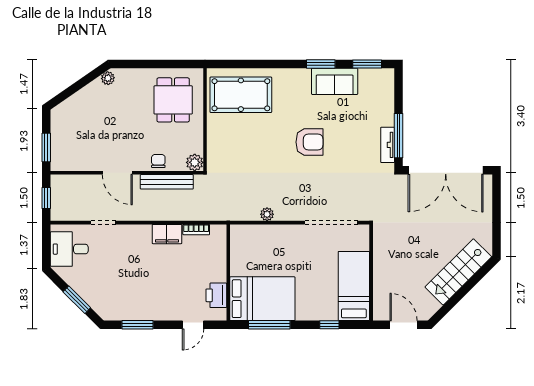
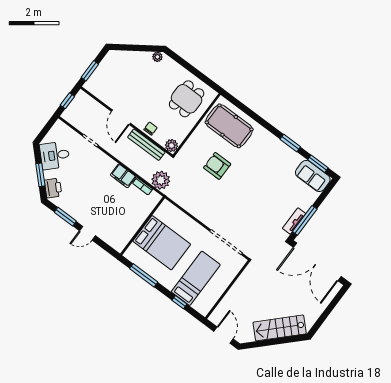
sofa: (335, 81) -> (313, 176), moved
armchair: (309, 142) -> (217, 166), moved, turned 180
plant: (267, 214) -> (161, 180), moved, width x1.87, depth x1.87
desk: (69, 249) -> (55, 155), moved, turned -45
bed: (354, 286) -> (196, 278), moved
printer: (216, 295) -> (53, 188), moved, turned 135
bed: (262, 299) -> (162, 243), moved
door: (193, 325) -> (87, 233), moved

